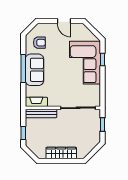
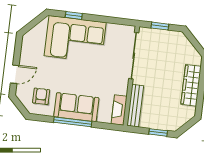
door: (64, 21) -> (15, 74), moved

